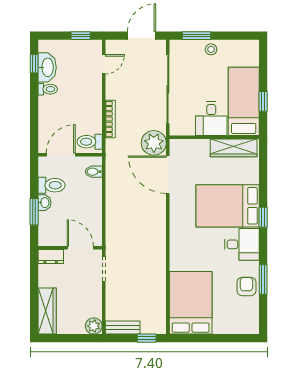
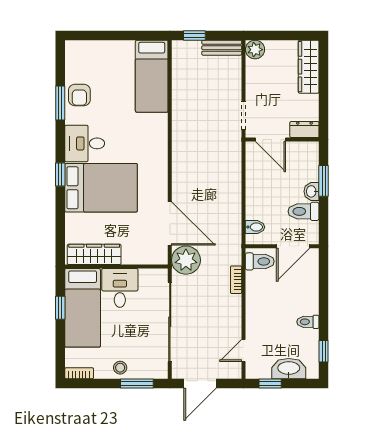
bookcase: (247, 44) -> (79, 373), added
washbasin: (47, 67) -> (289, 369), moved, turned 90
bookcase: (110, 119) -> (236, 280), width x0.64
bed: (191, 303) -> (152, 76), width x0.67

